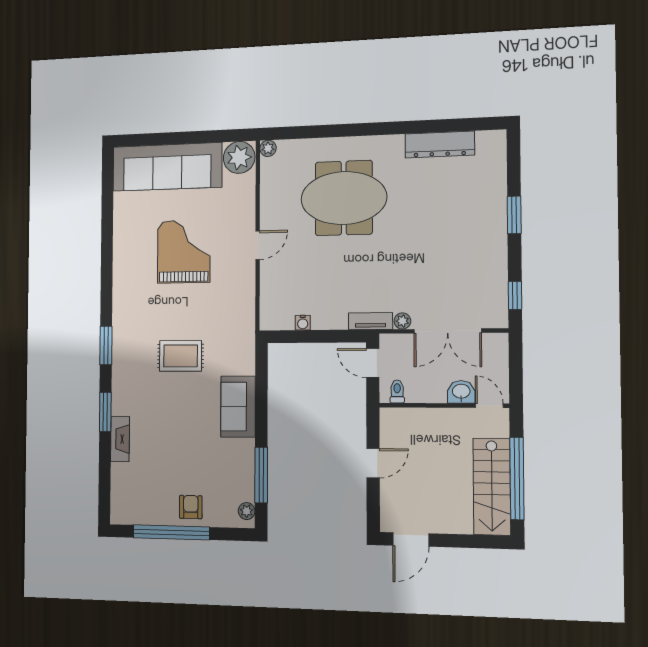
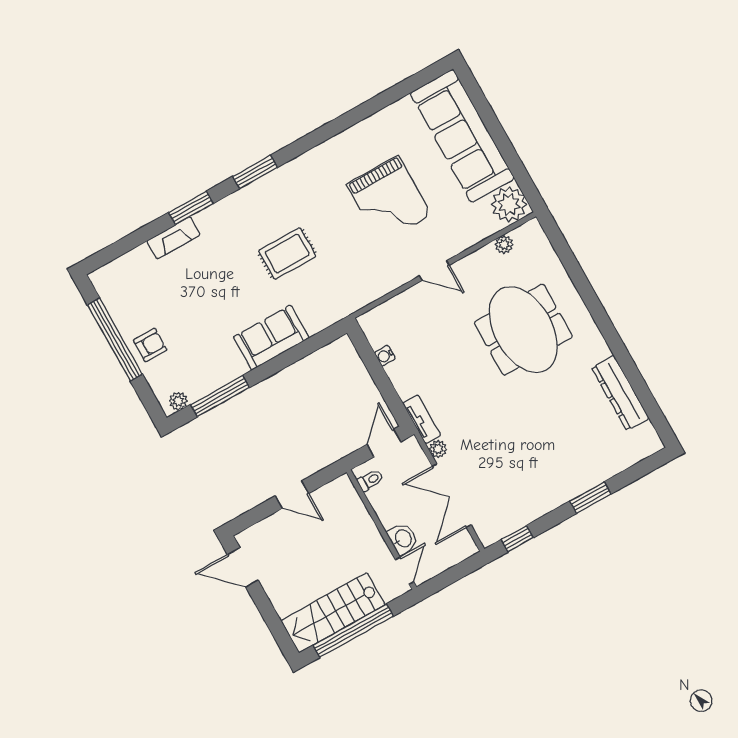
plant: (268, 148) -> (504, 244), moved
grand piano: (184, 251) -> (389, 200), turned 90
rug: (181, 356) -> (287, 254), turned 90

